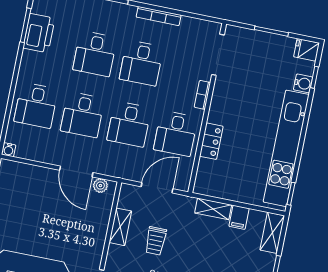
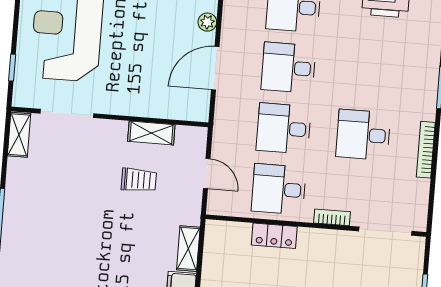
desk: (95, 54) -> (368, 74), removed
plant: (100, 186) -> (207, 22), moved
door: (157, 188) -> (207, 174), width x0.73
trolley: (156, 241) -> (139, 180), turned 180

